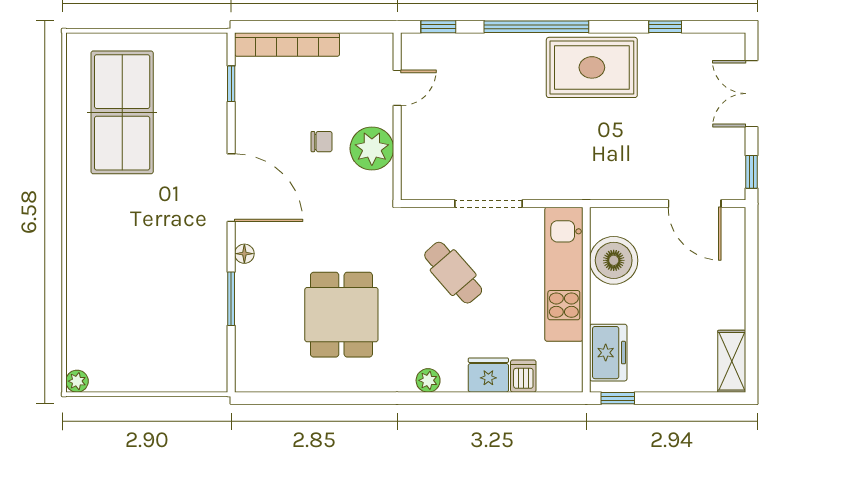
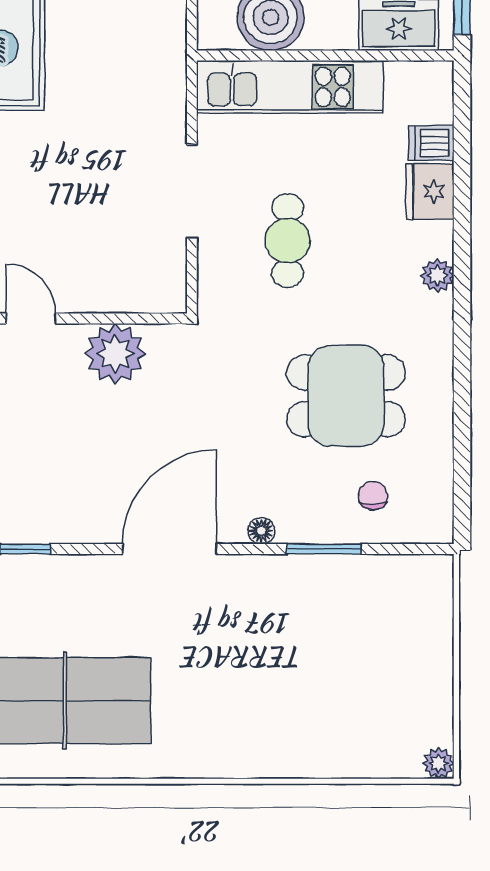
chair: (322, 142) -> (373, 496), moved
cafe table: (453, 273) -> (288, 241), turned -49

